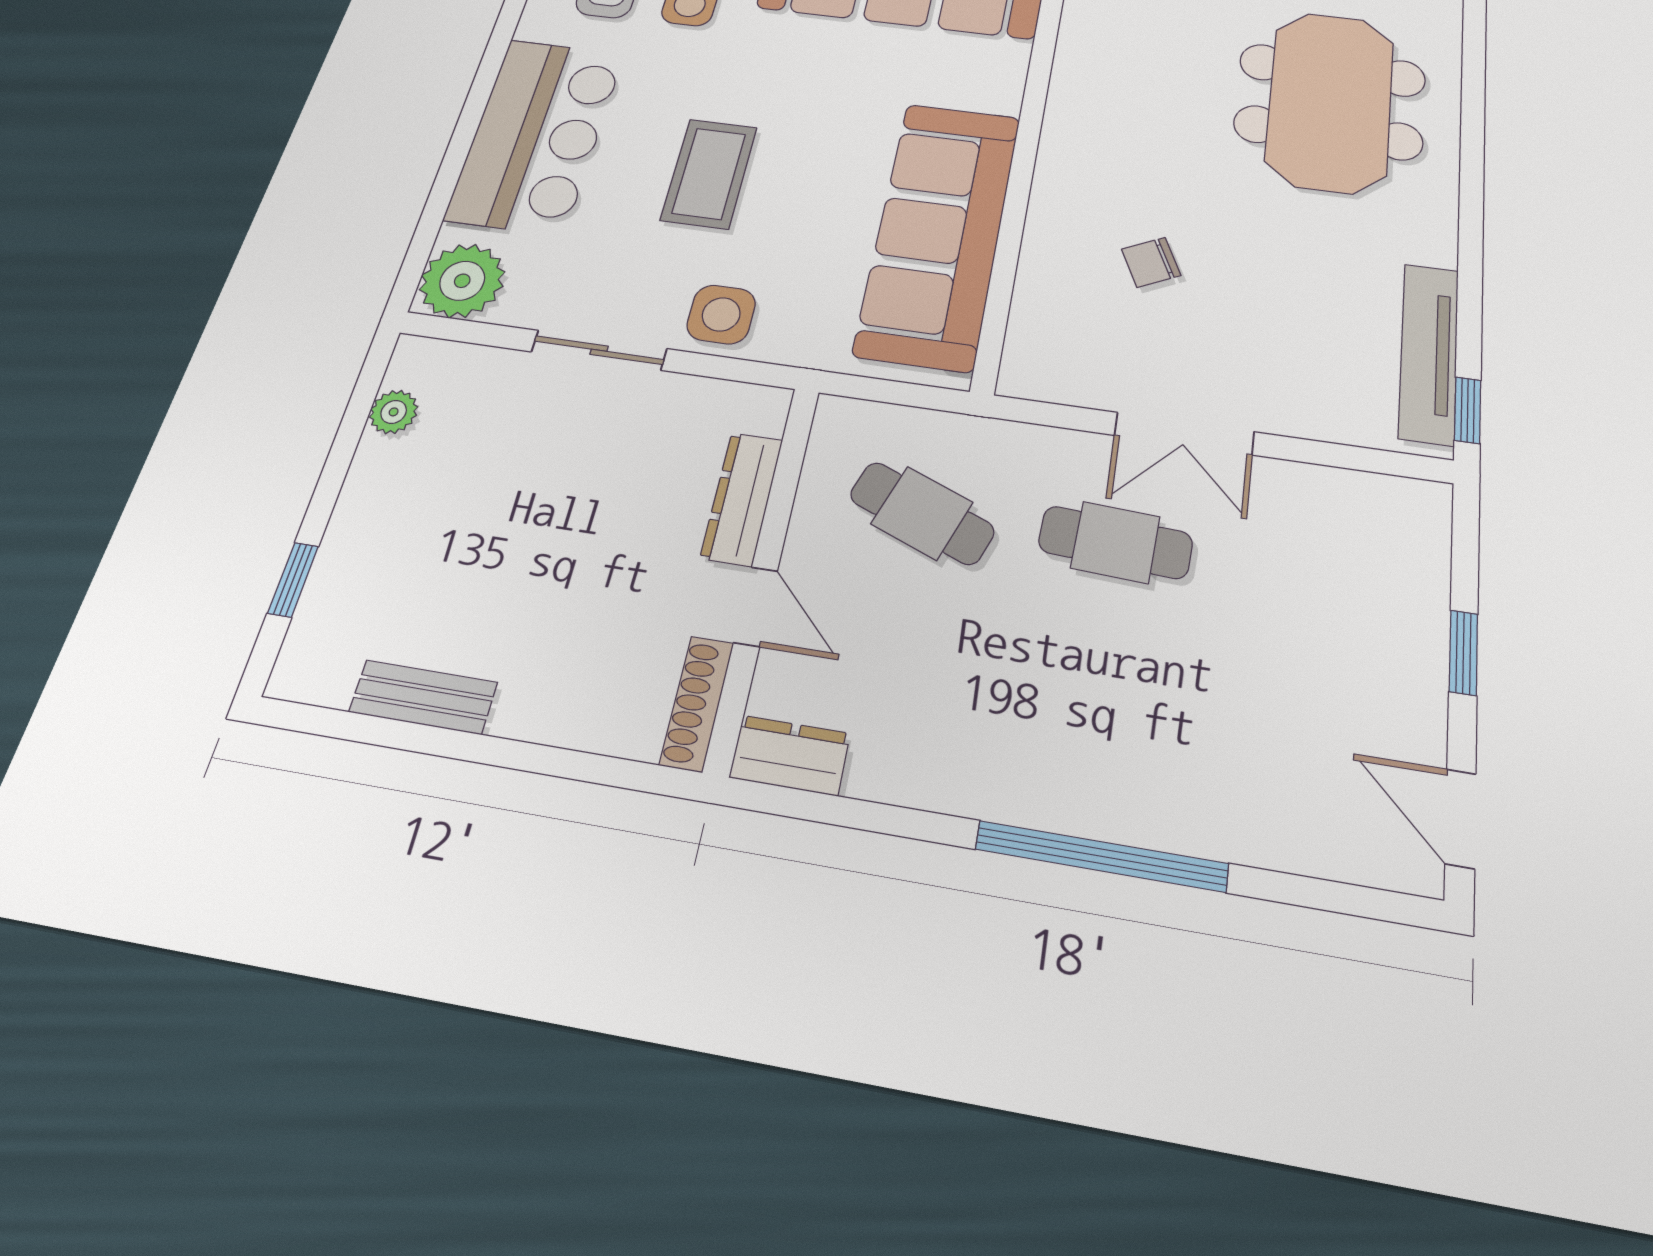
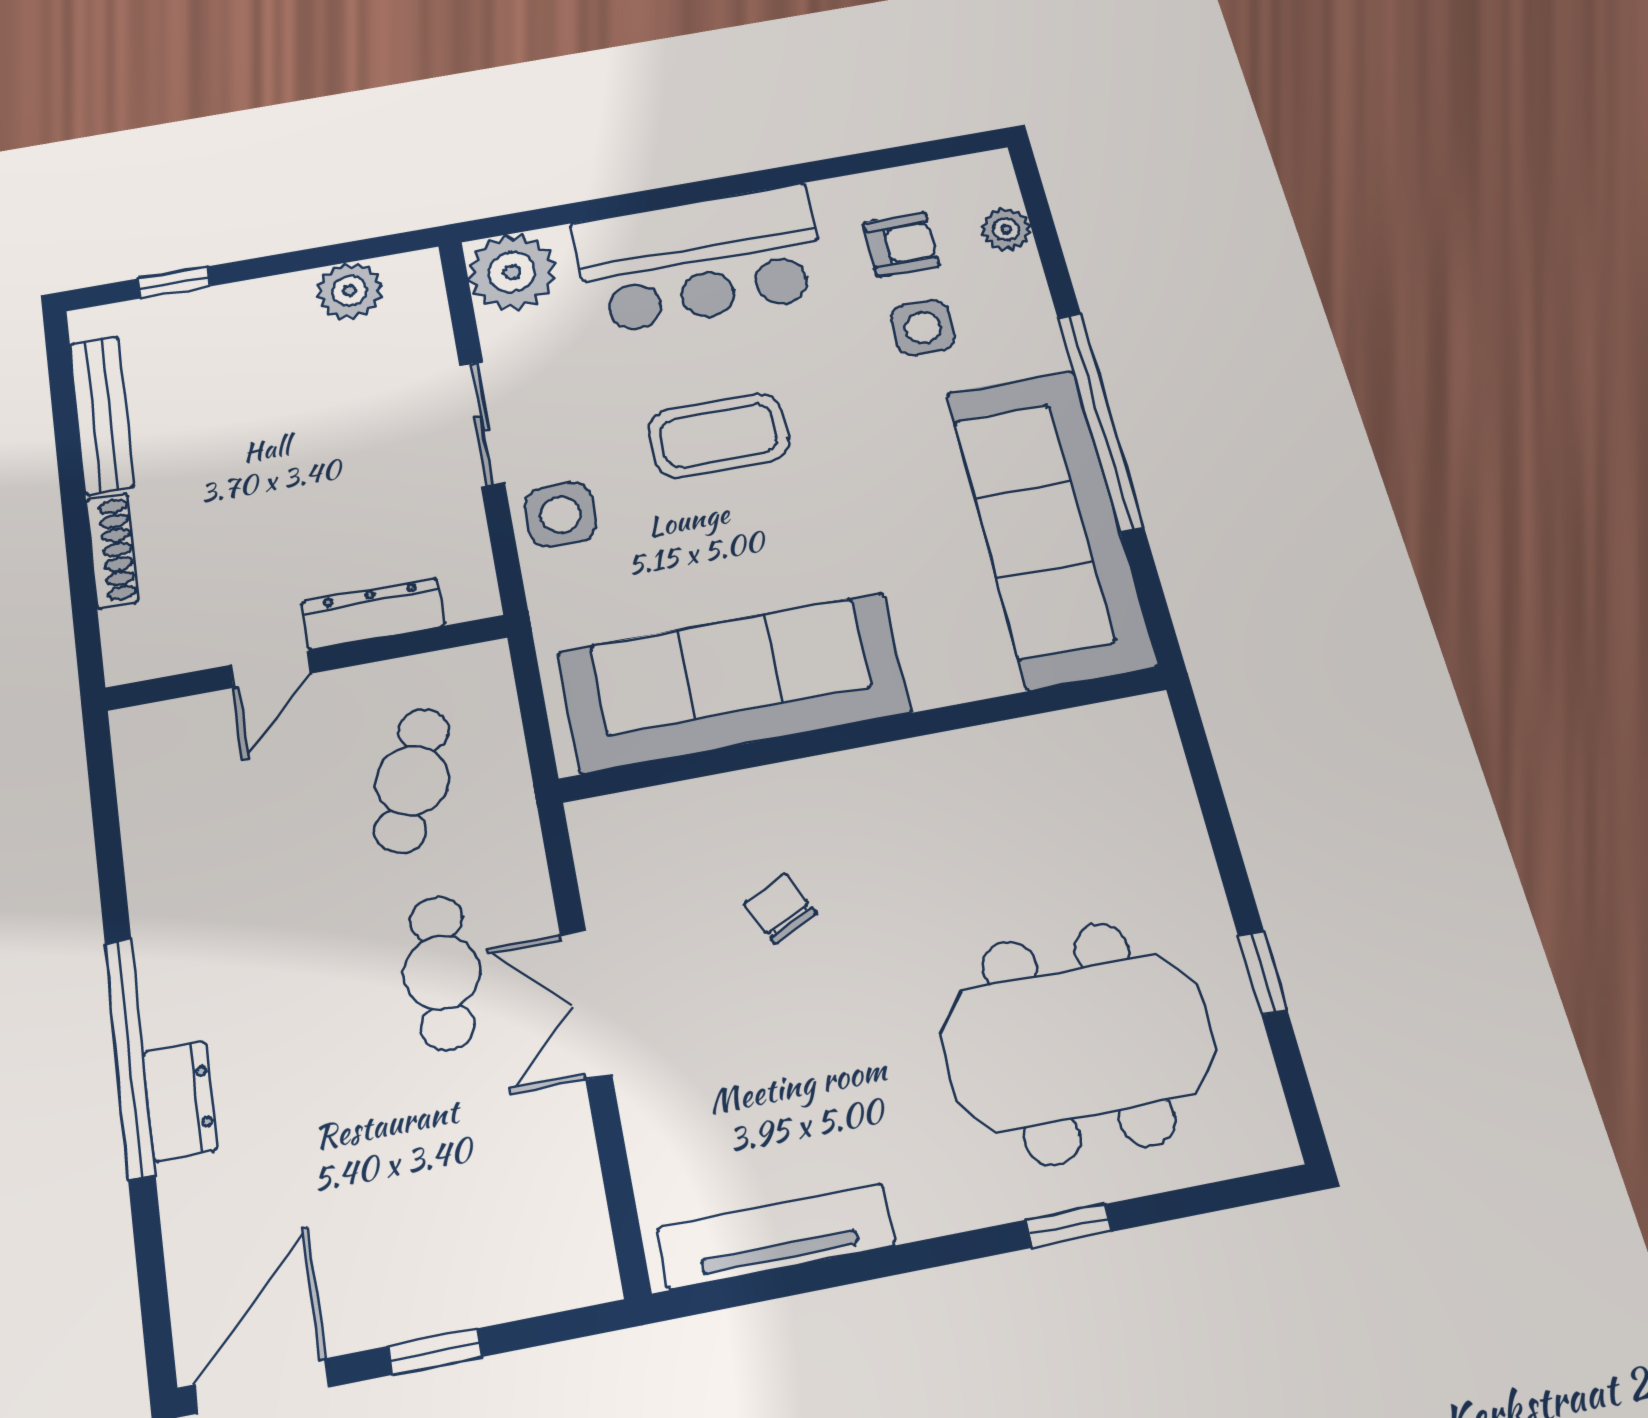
window: (1468, 410) -> (1069, 1226), moved
plant: (394, 412) -> (349, 291), width x1.38, depth x1.38
bench: (423, 697) -> (102, 414), width x1.36
shoe rack: (697, 703) -> (112, 550), moved, turned 90
dresser: (790, 755) -> (180, 1101), moved
door: (1461, 819) -> (262, 1386), width x1.37

